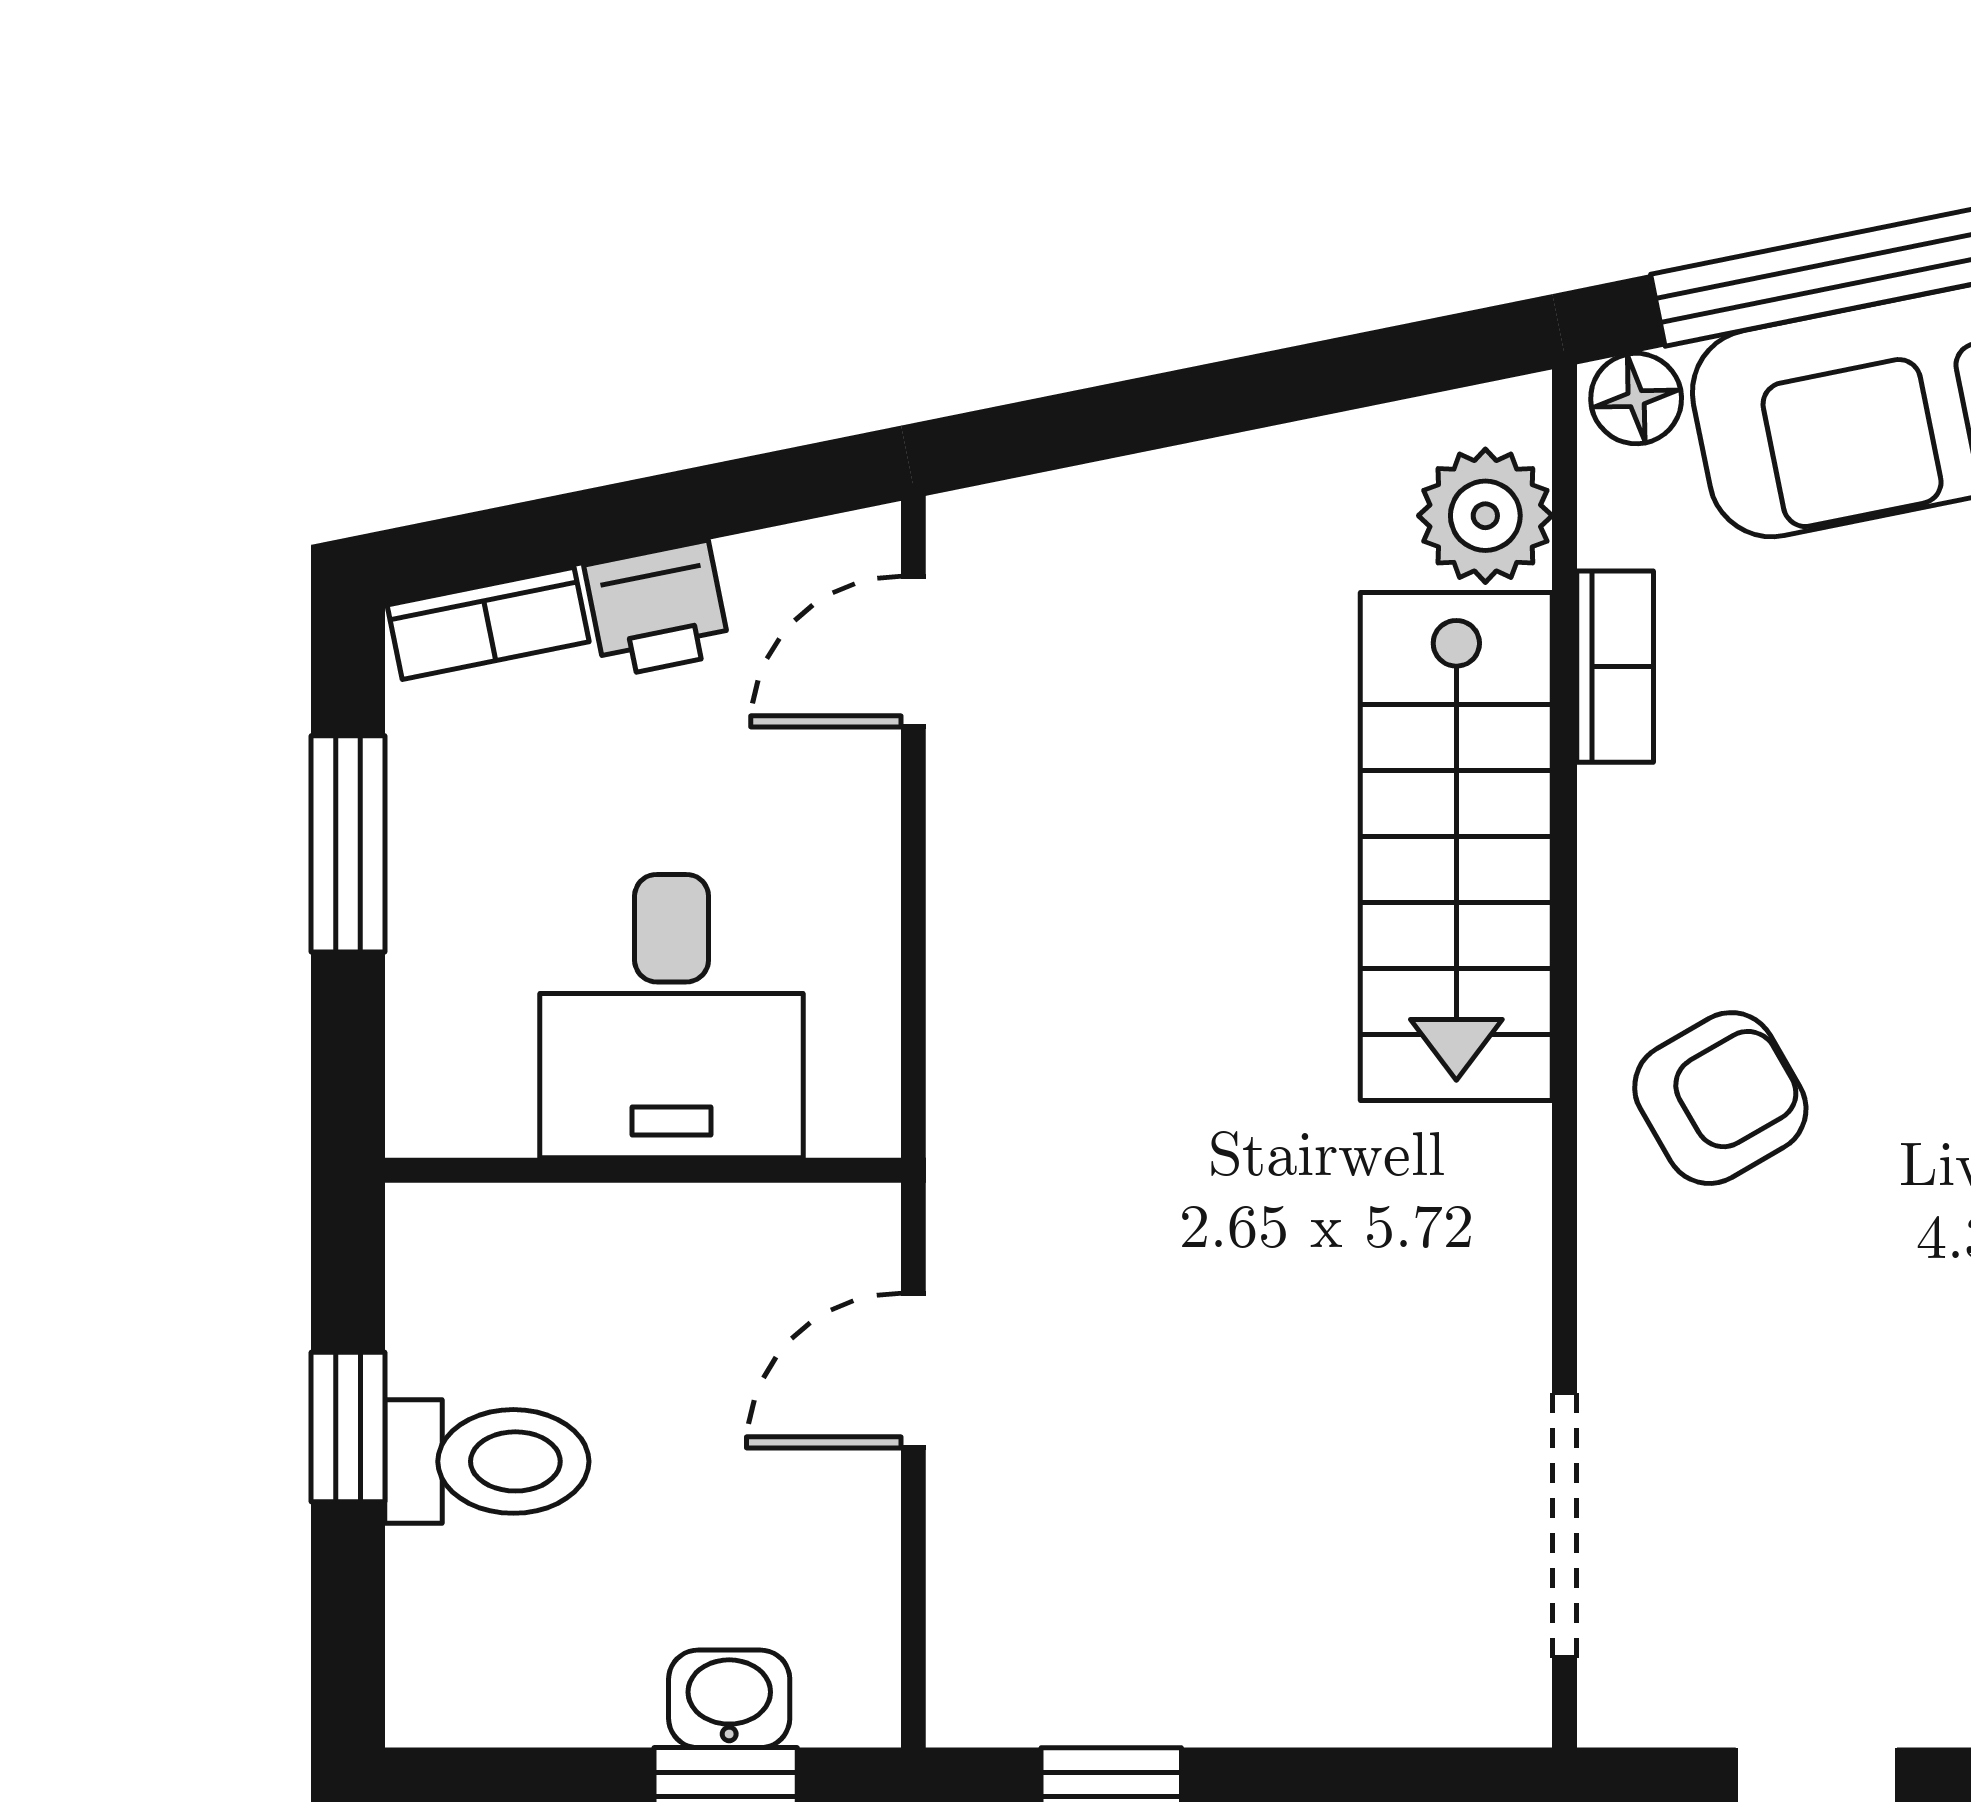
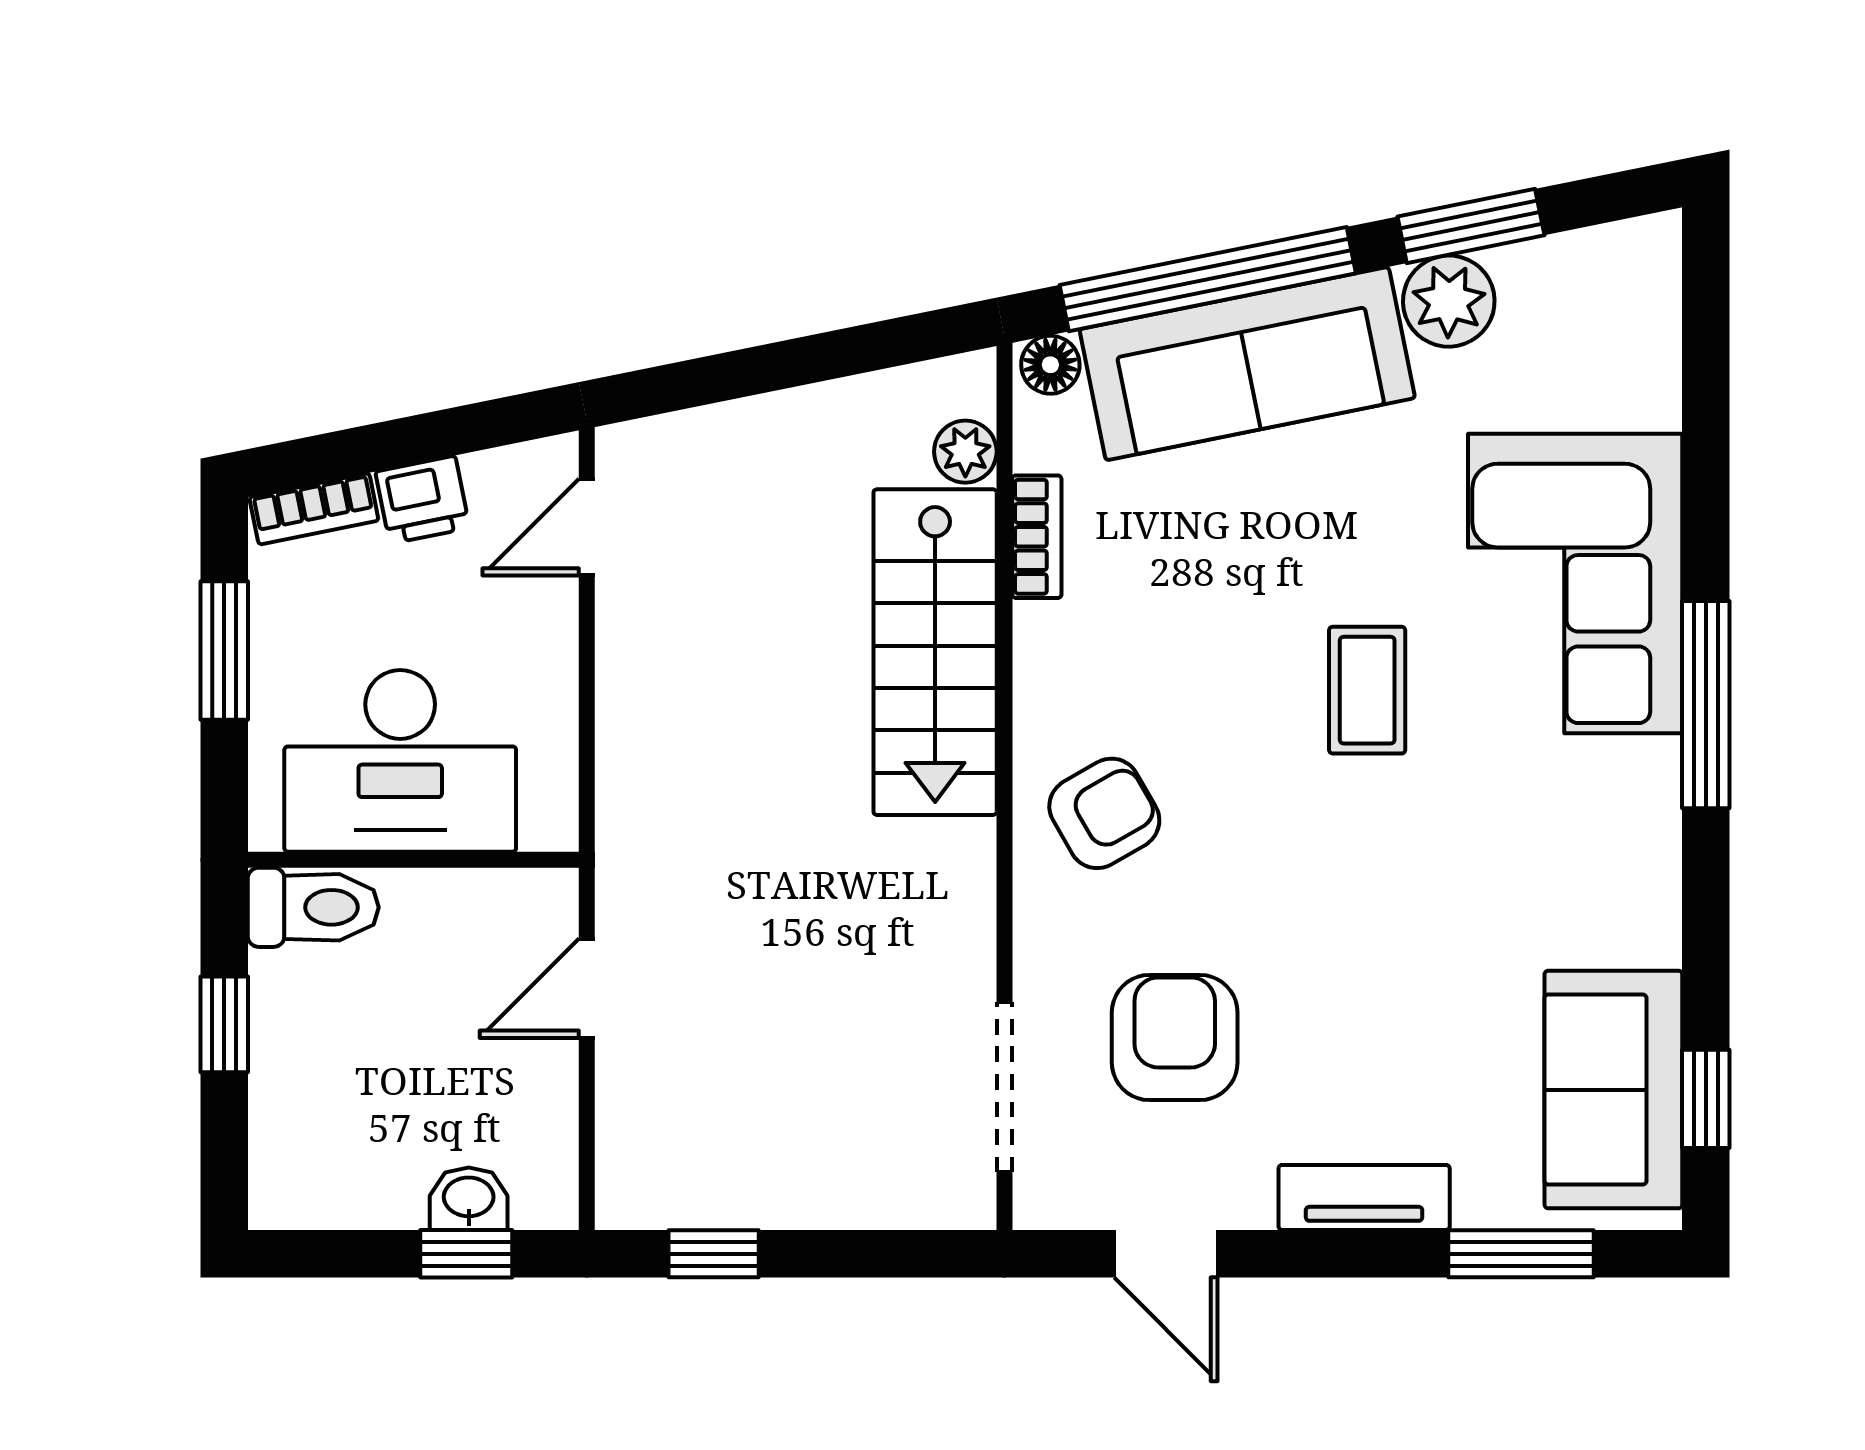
plant: (1485, 516) -> (965, 452), width x0.73, depth x0.73
desk: (672, 1016) -> (400, 761), width x1.37
armchair: (1830, 1447) -> (1175, 1038), added
toilet: (487, 1461) -> (313, 907), moved

